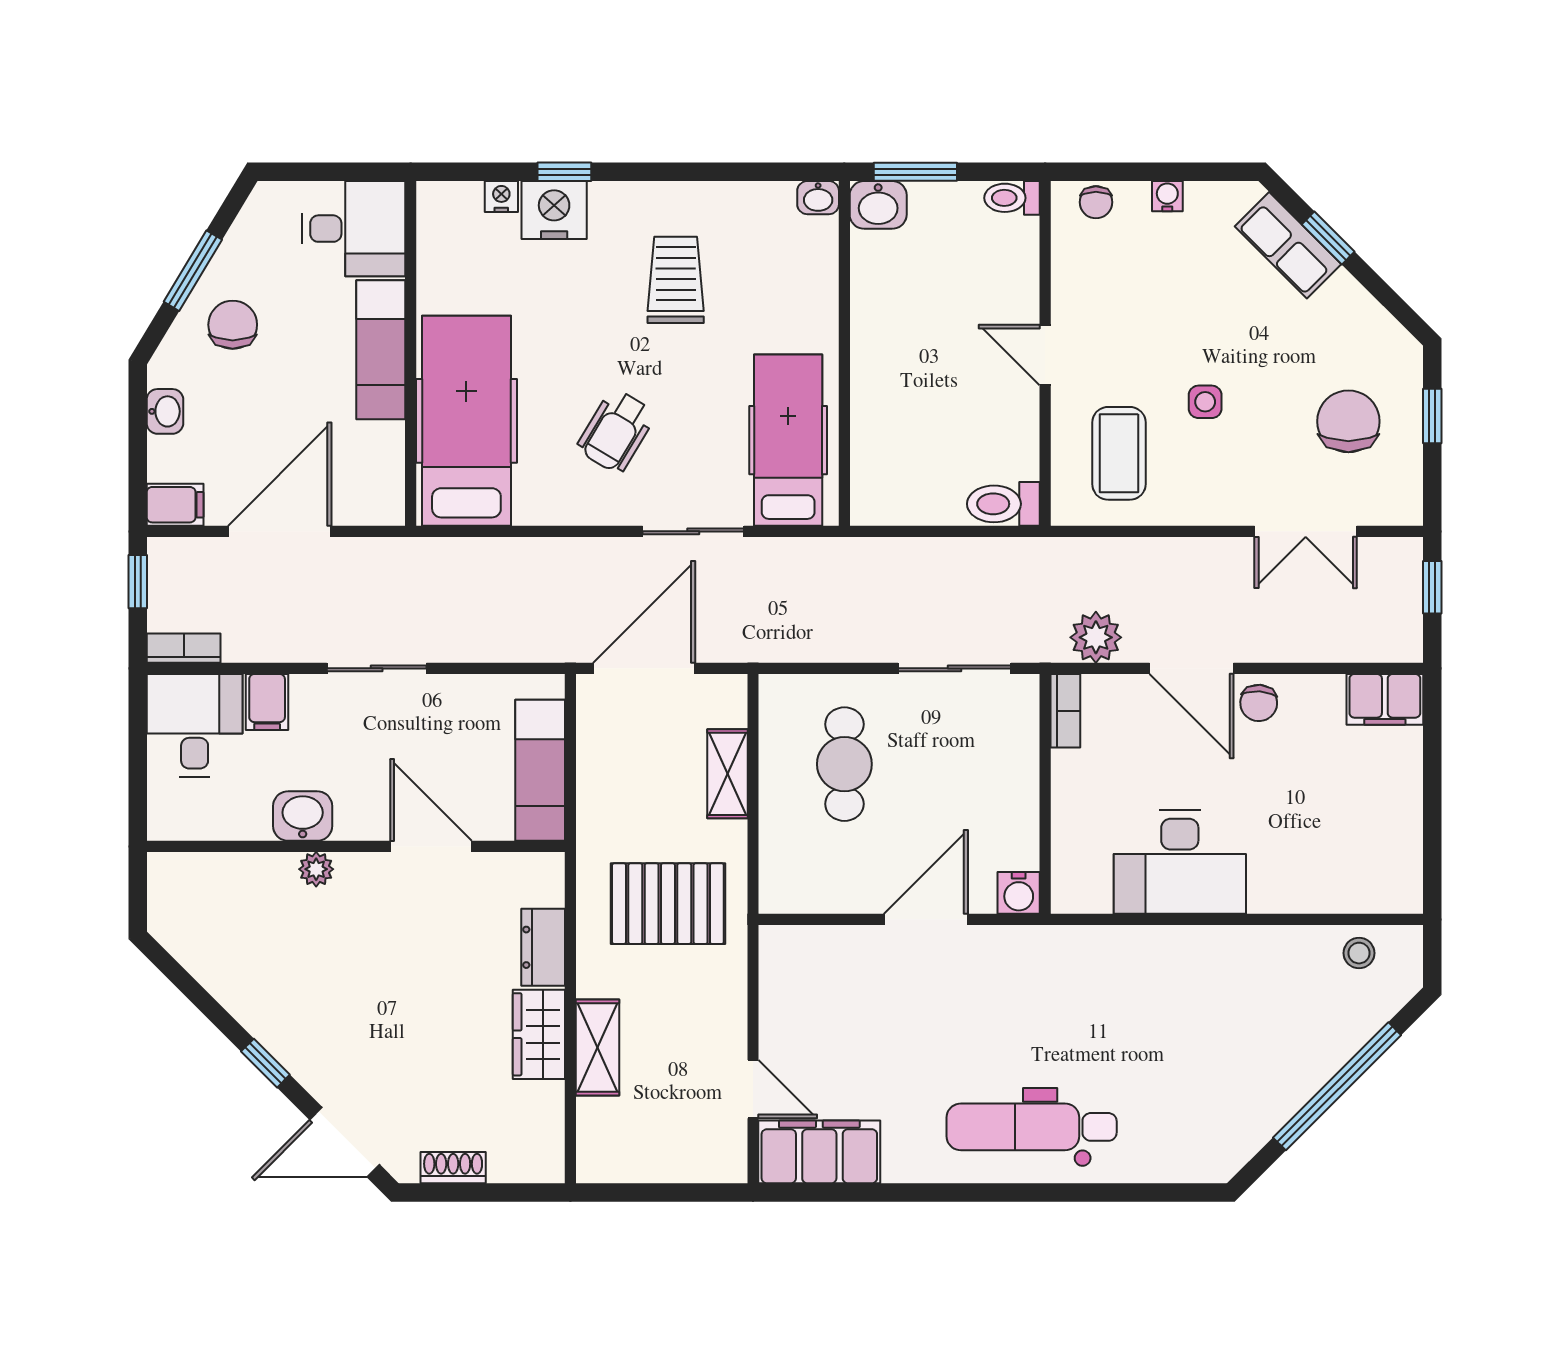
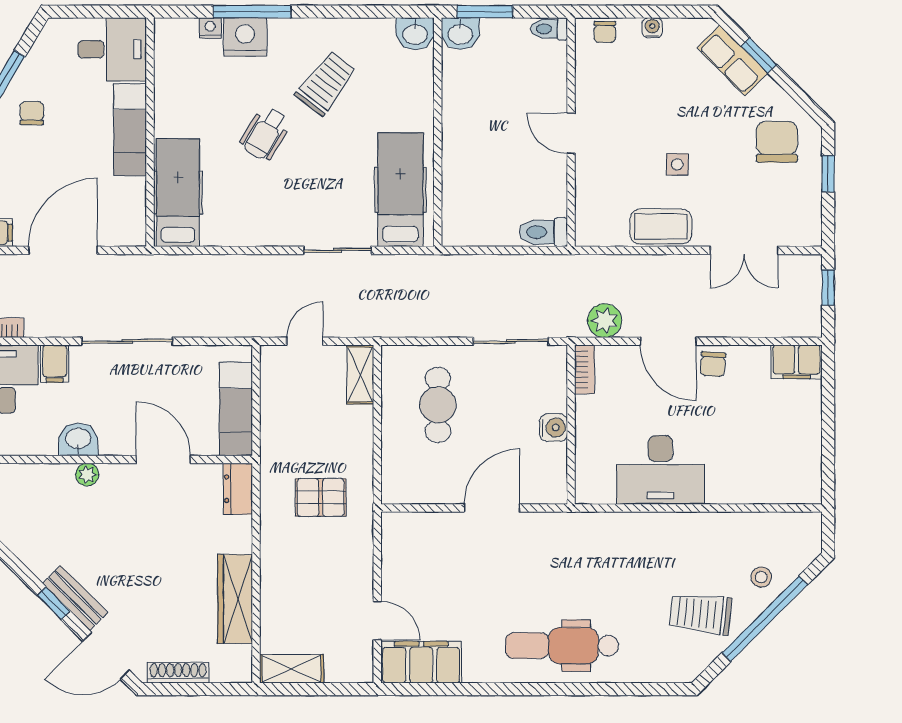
window: (564, 172) -> (252, 12), width x2.17
washbasin: (818, 198) -> (415, 34), width x1.38, depth x1.45
trolley: (676, 280) -> (326, 83), turned 38
chair: (233, 325) -> (32, 113), width x0.73, depth x0.73
hospital bed: (466, 421) -> (178, 193), width x0.73, depth x0.78
chair: (1348, 421) -> (777, 142), moved
wheelchair: (616, 431) -> (265, 134), moved
coffee table: (1119, 453) -> (661, 226), moved, turned 90
sliding door: (377, 668) -> (127, 341), width x1.37
door: (644, 668) -> (305, 341), width x0.53
shelving: (727, 774) -> (360, 375), moved
water cooler: (1019, 893) -> (554, 428), moved, turned -90
pallet: (668, 904) -> (321, 497), width x0.67, depth x0.71
dresser: (543, 947) -> (238, 489), moved
stool: (1359, 953) -> (761, 577), moved
wardrobe: (539, 1034) -> (235, 599), width x1.50
shelving: (598, 1048) -> (291, 669), moved, turned 90
bench: (298, 1055) -> (75, 598), added
trolley: (1240, 1079) -> (701, 614), added
shoe rack: (453, 1168) -> (178, 673), width x1.43

